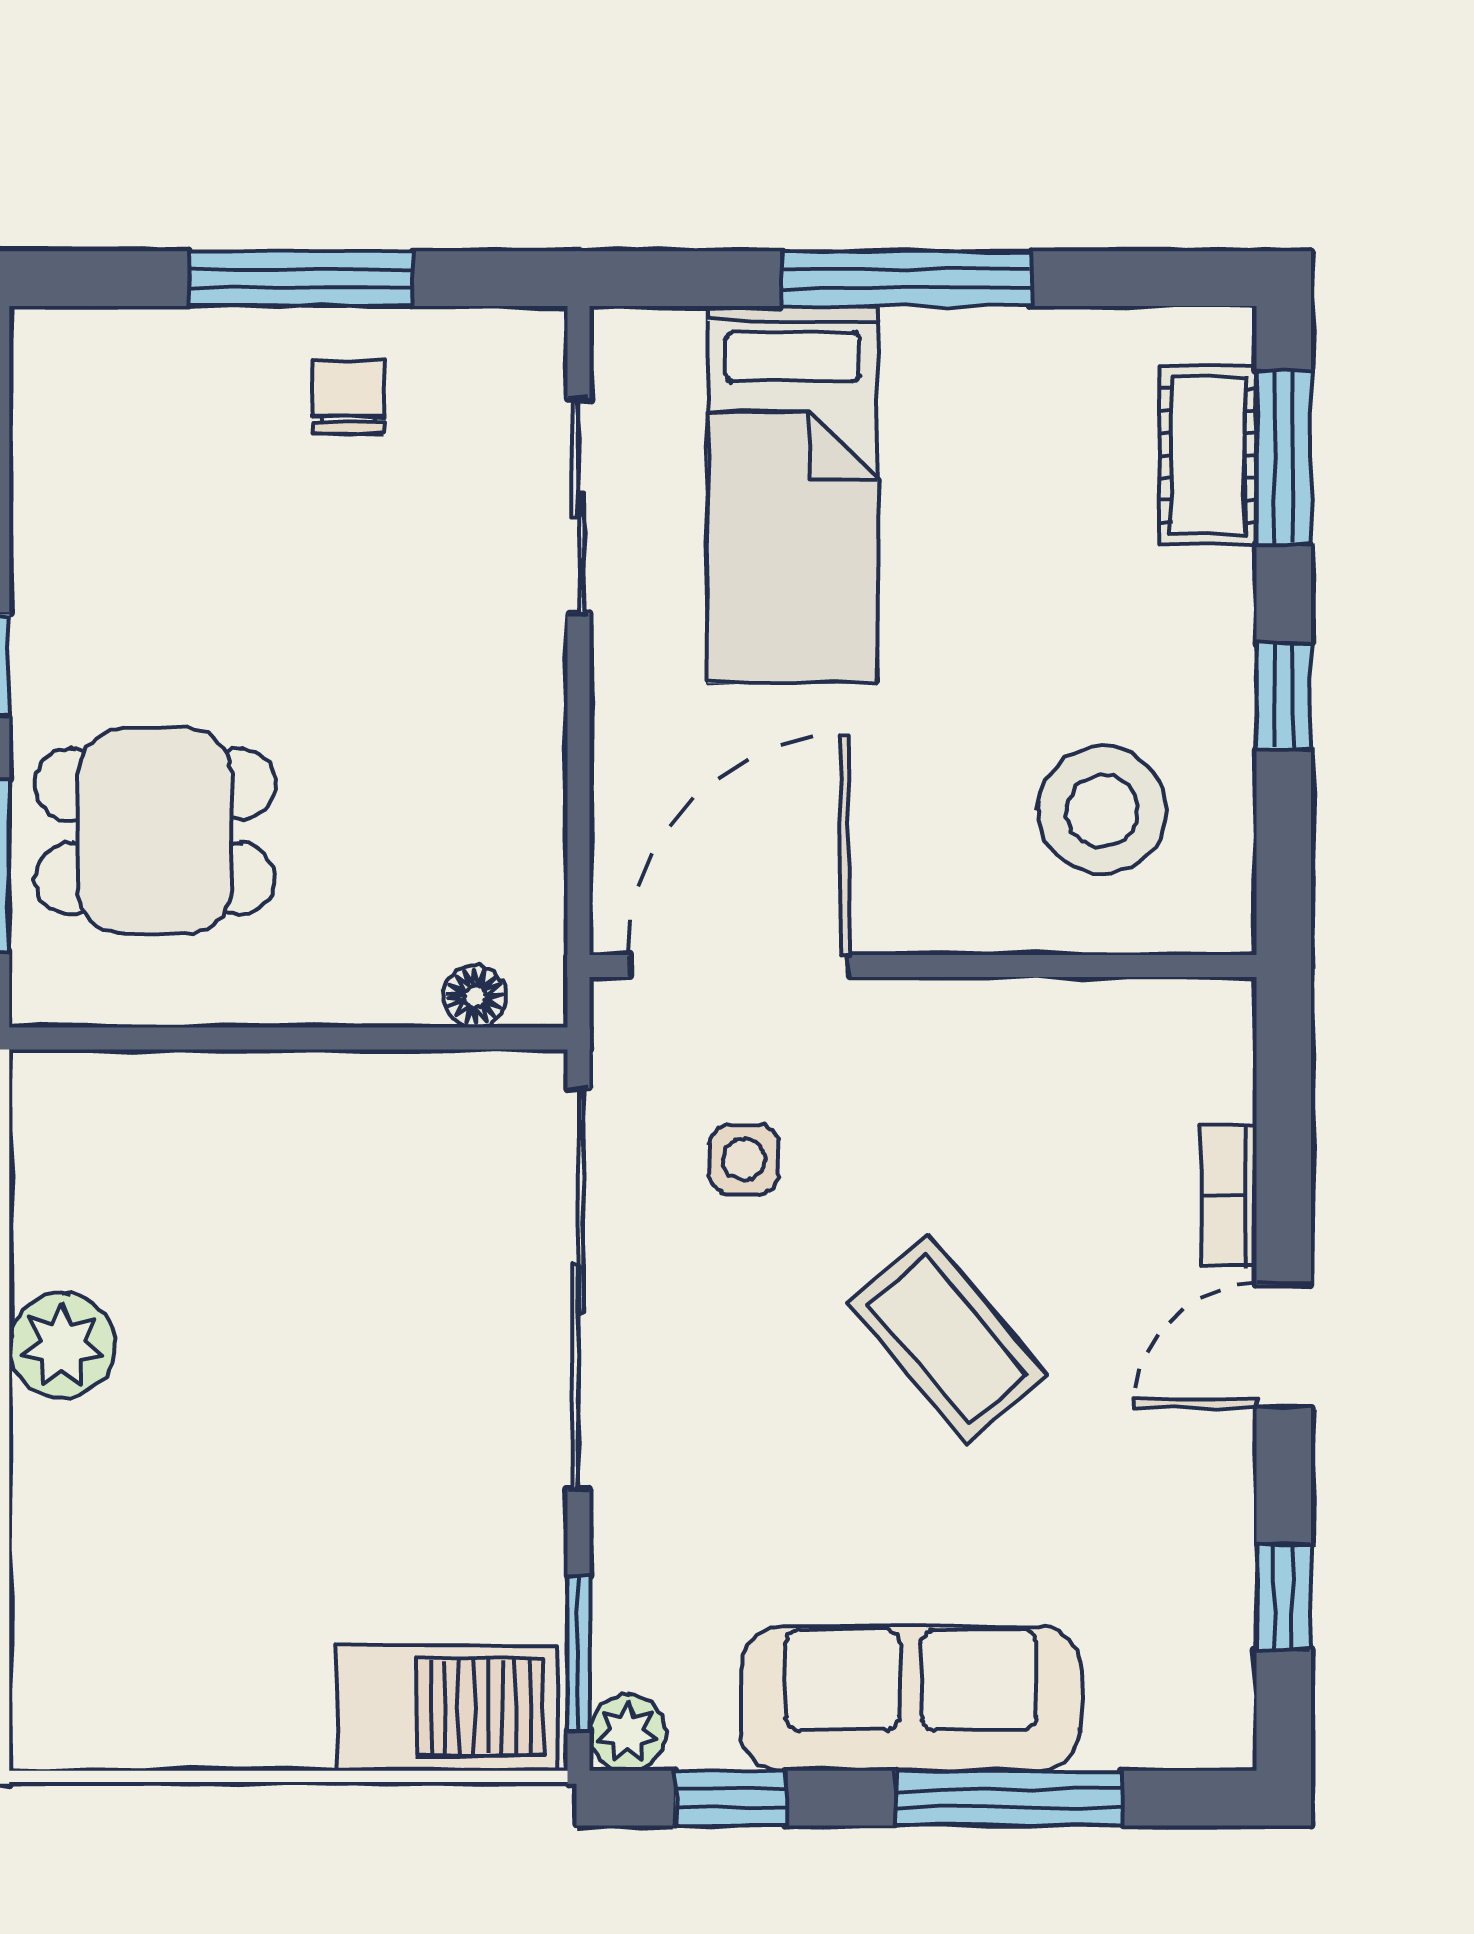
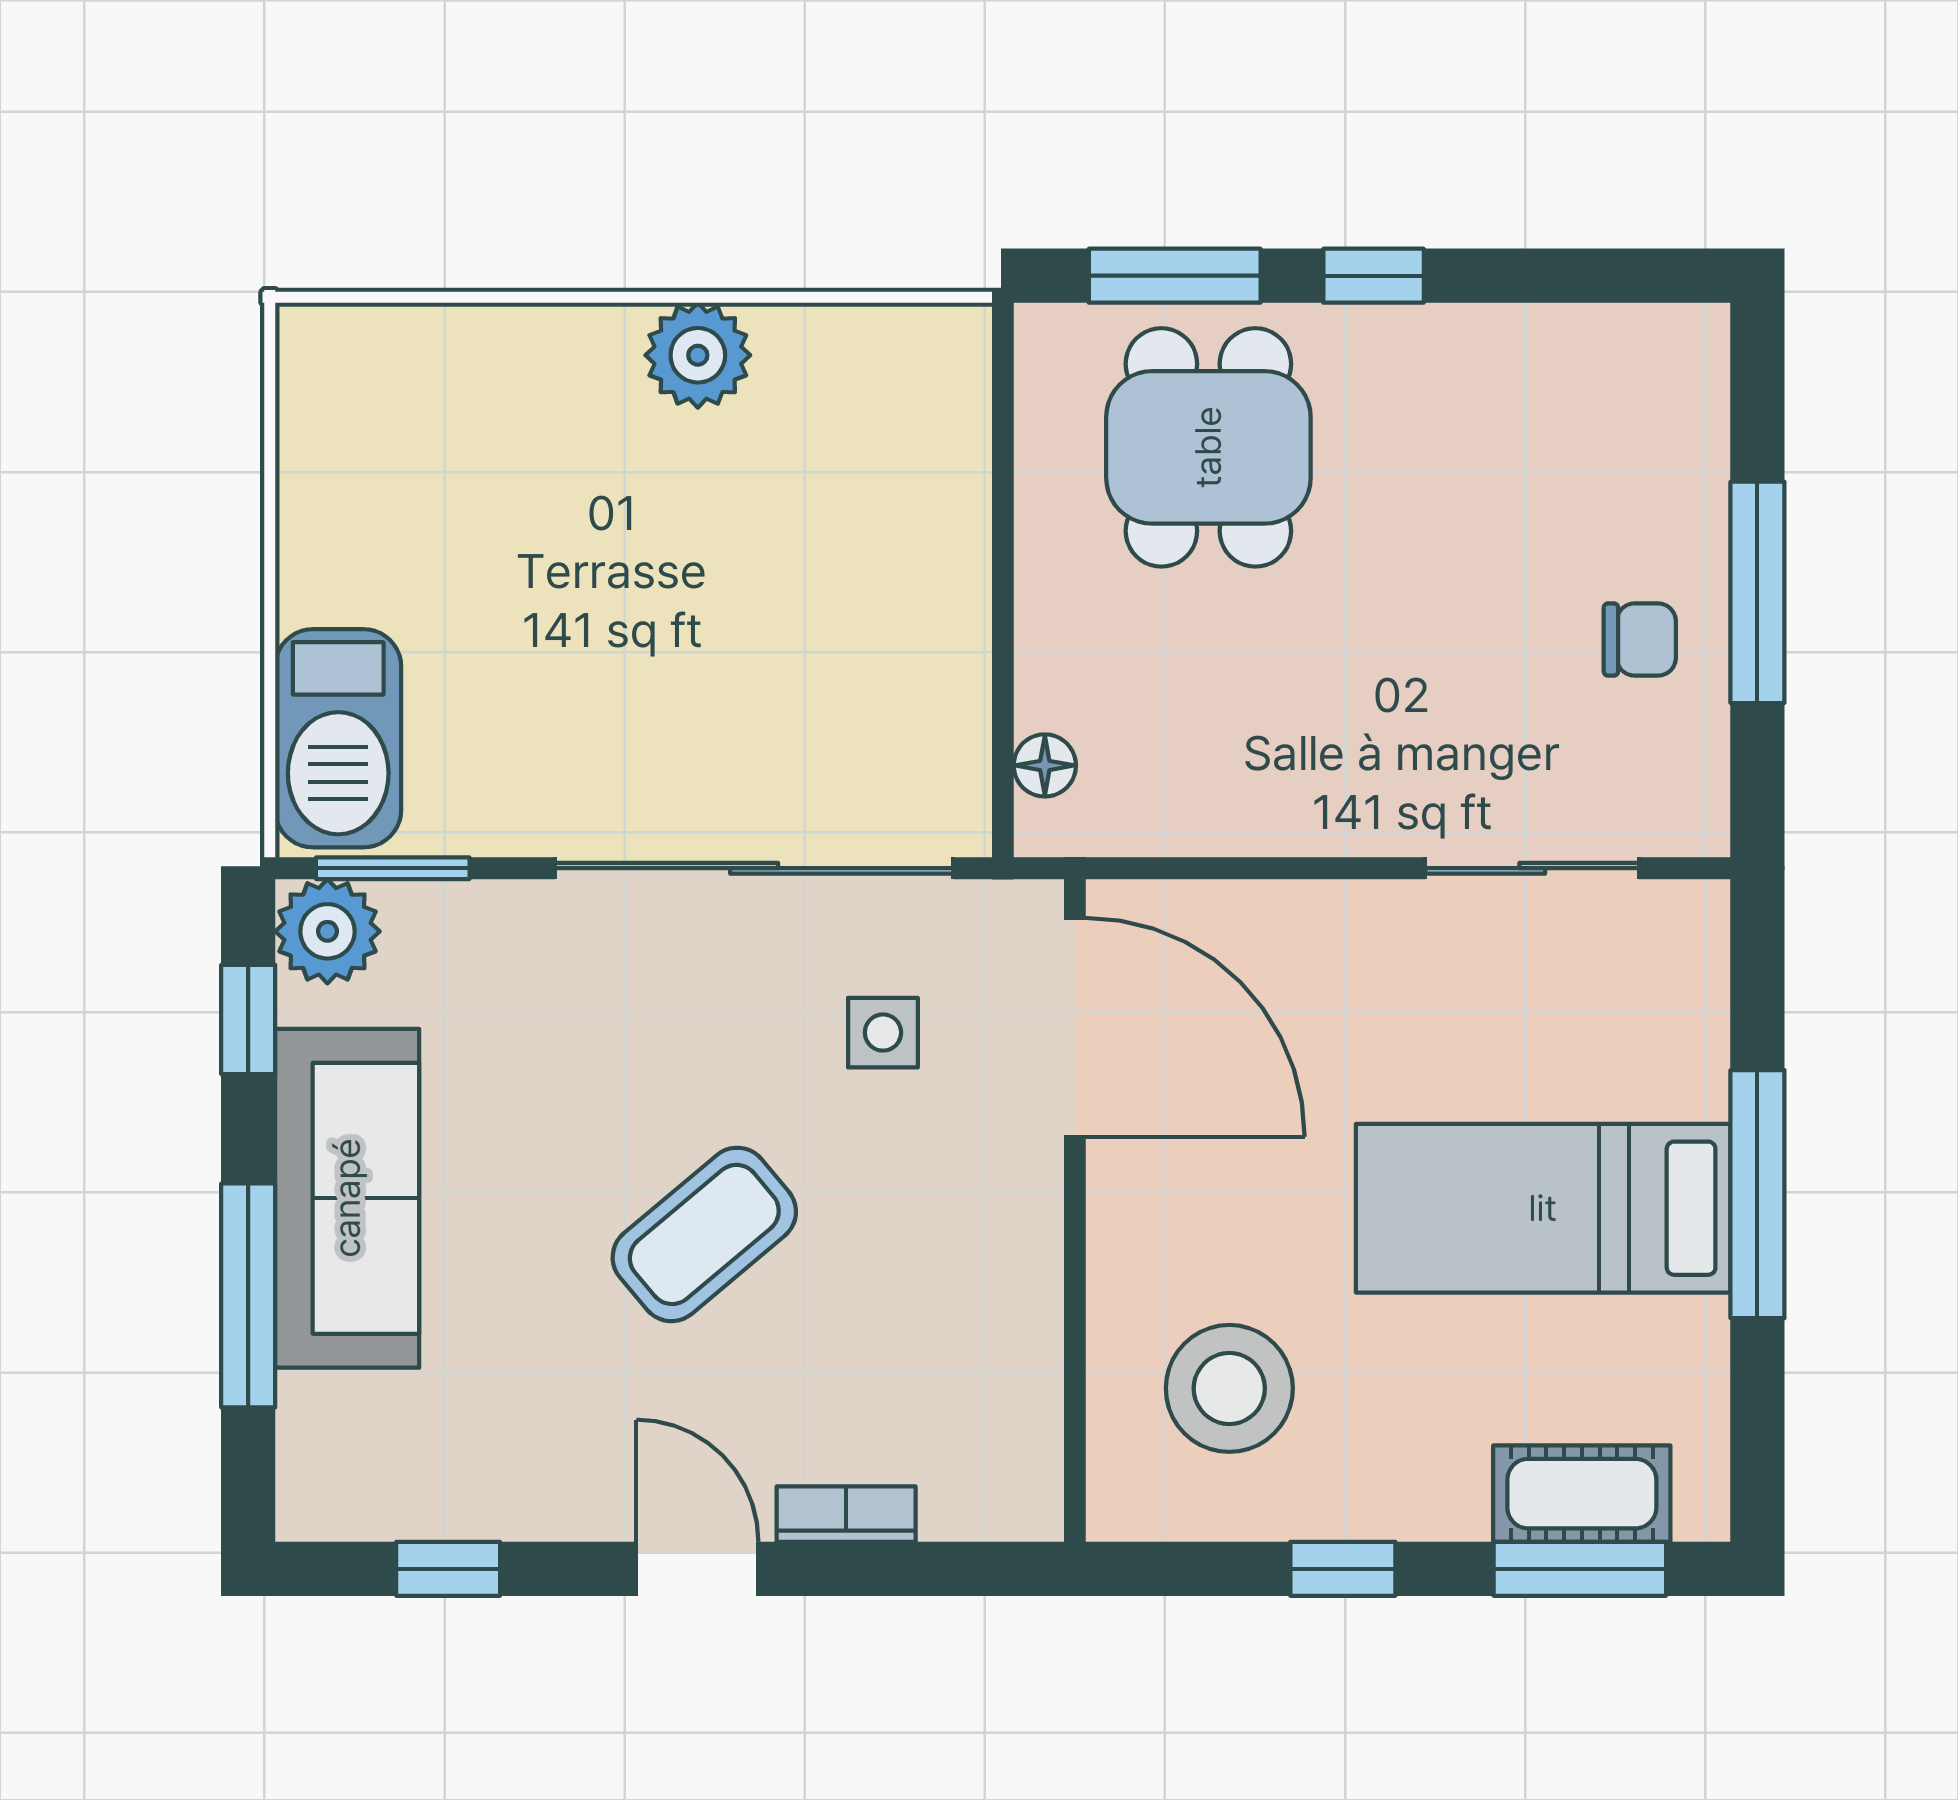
bed: (793, 494) -> (1543, 1208), moved
plant: (628, 1733) -> (327, 931), width x1.38, depth x1.38

